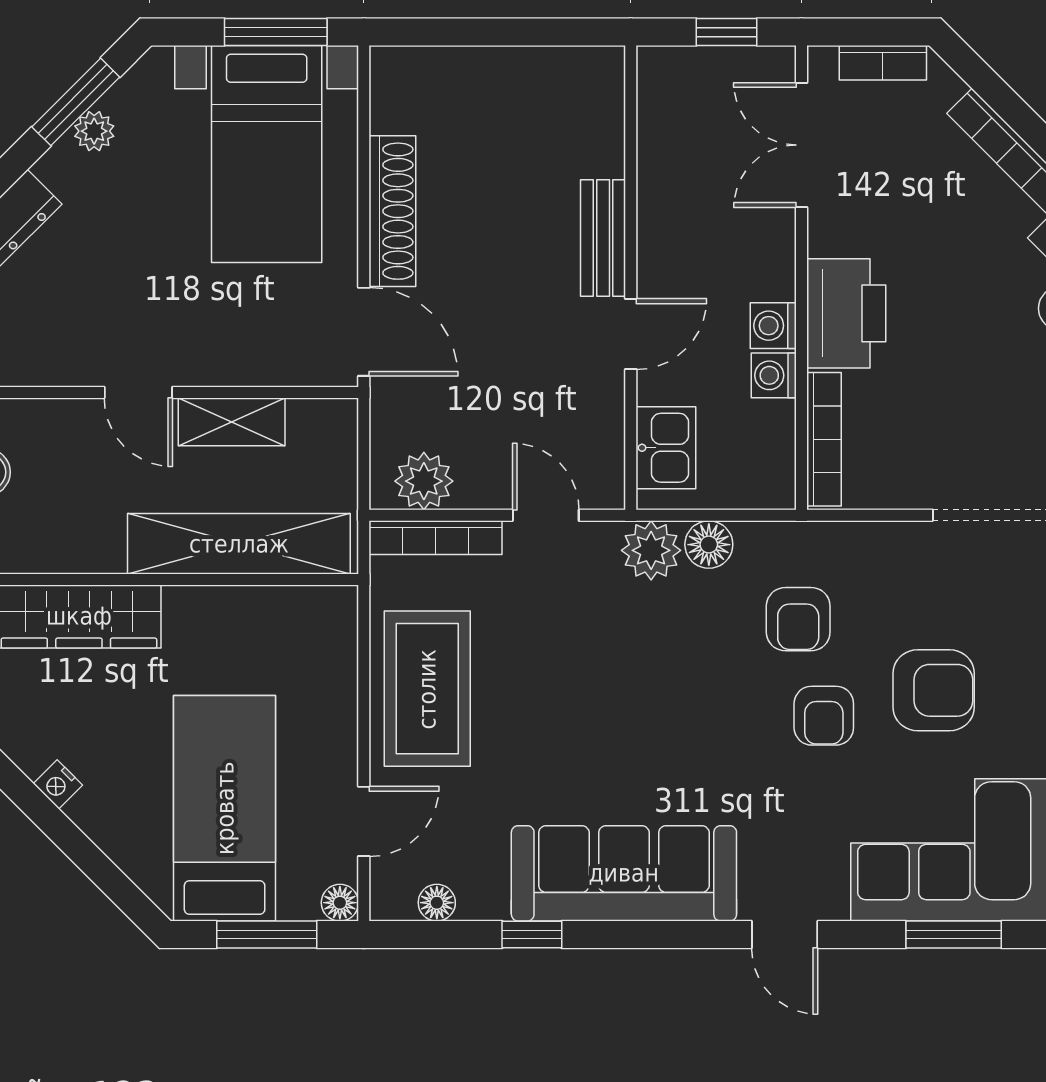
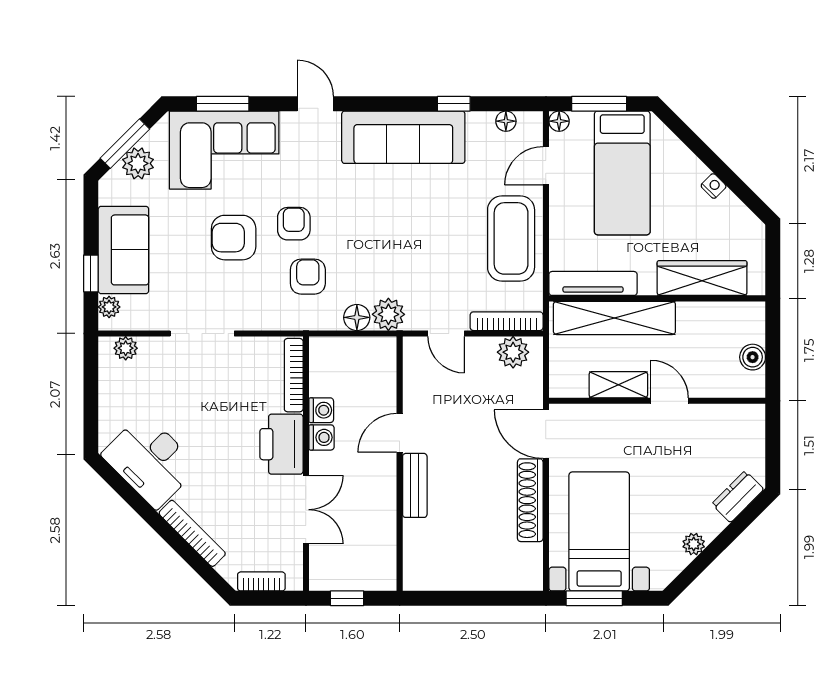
window: (76, 102) -> (704, 560), removed
double door: (802, 145) -> (306, 510), moved
kitchen sink: (666, 448) -> (380, 370), removed
tv unit: (278, 607) -> (593, 283), added

